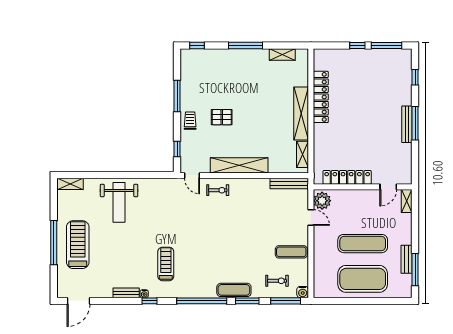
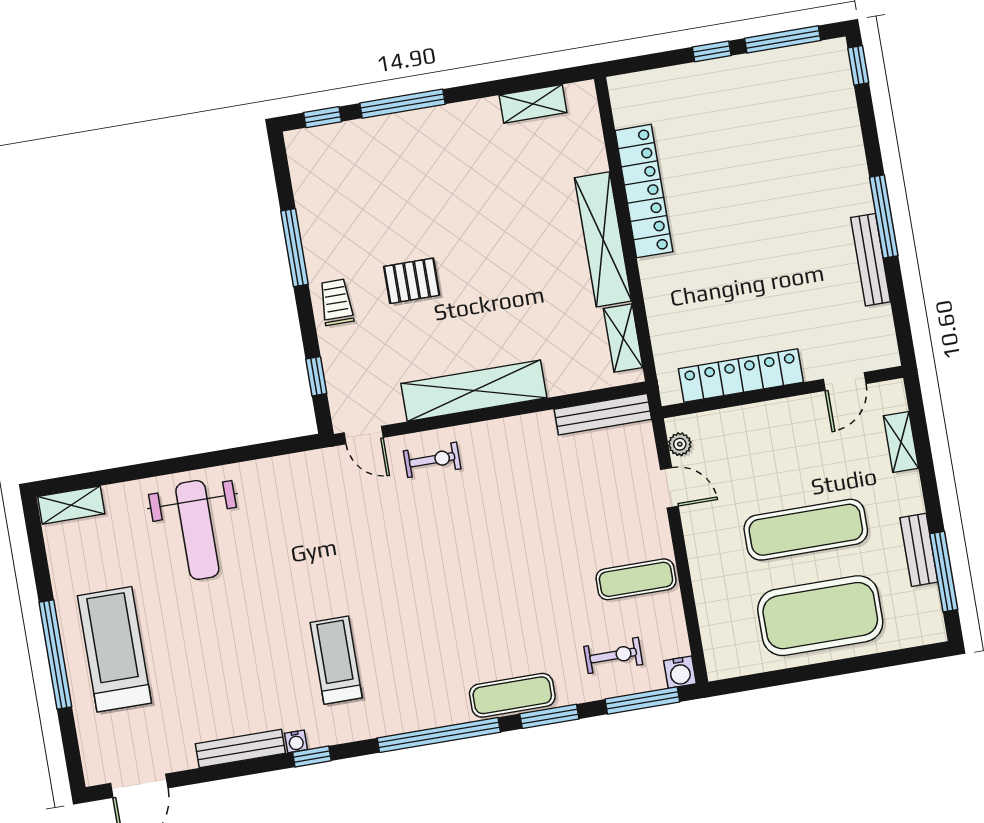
window: (246, 46) -> (403, 104), moved
window: (415, 77) -> (858, 65), moved
bench: (407, 124) -> (871, 260), moved
plant: (322, 201) -> (680, 444), width x0.53, depth x0.53
shelving: (407, 201) -> (901, 442), moved
bench: (126, 293) -> (240, 748), width x1.36

